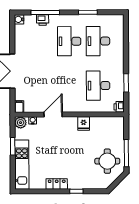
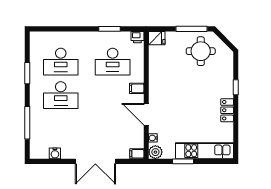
water cooler: (19, 19) -> (55, 153), moved
printer: (43, 20) -> (36, 126), removed
filing cabinet: (75, 106) -> (137, 88), added
fridge: (84, 123) -> (157, 38), moved

